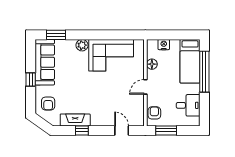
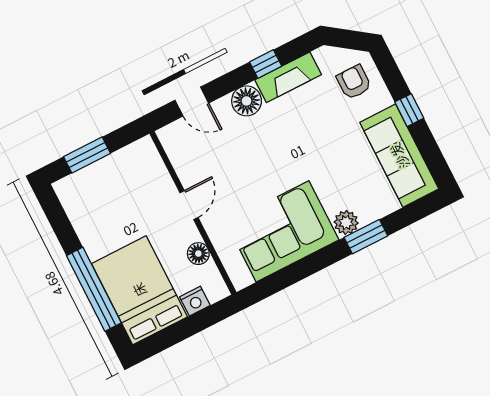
window: (56, 35) -> (366, 237), moved
bed: (190, 61) -> (139, 290), width x1.50
desk: (188, 105) -> (92, 211), removed
armchair: (154, 113) -> (148, 165), removed
floor lamp: (98, 119) -> (247, 101), added
window: (166, 130) -> (87, 155), moved

